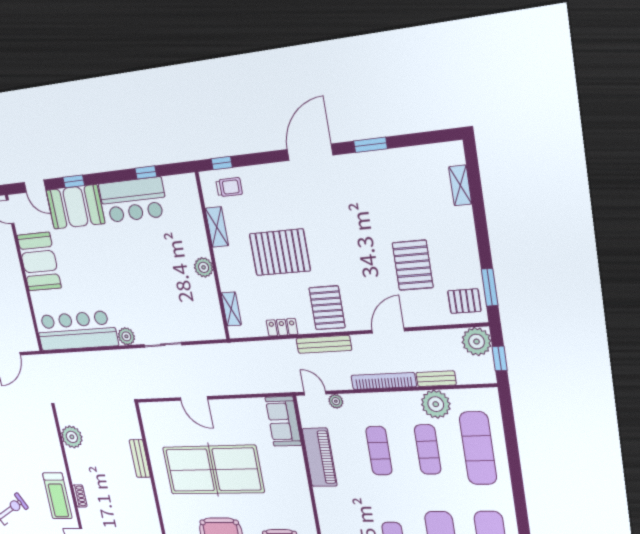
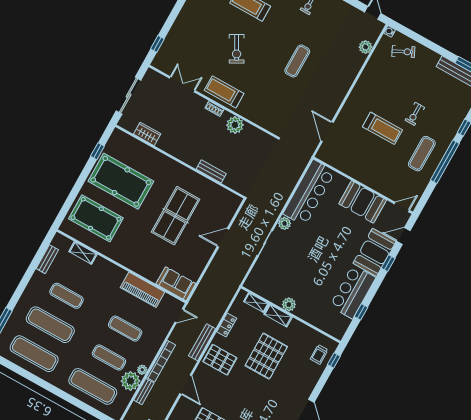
shelving: (217, 227) -> (278, 316), moved
plant: (336, 401) -> (142, 370), moved
plant: (72, 437) -> (235, 125), moved
table tennis table: (213, 470) -> (176, 216), width x0.73, depth x0.76

